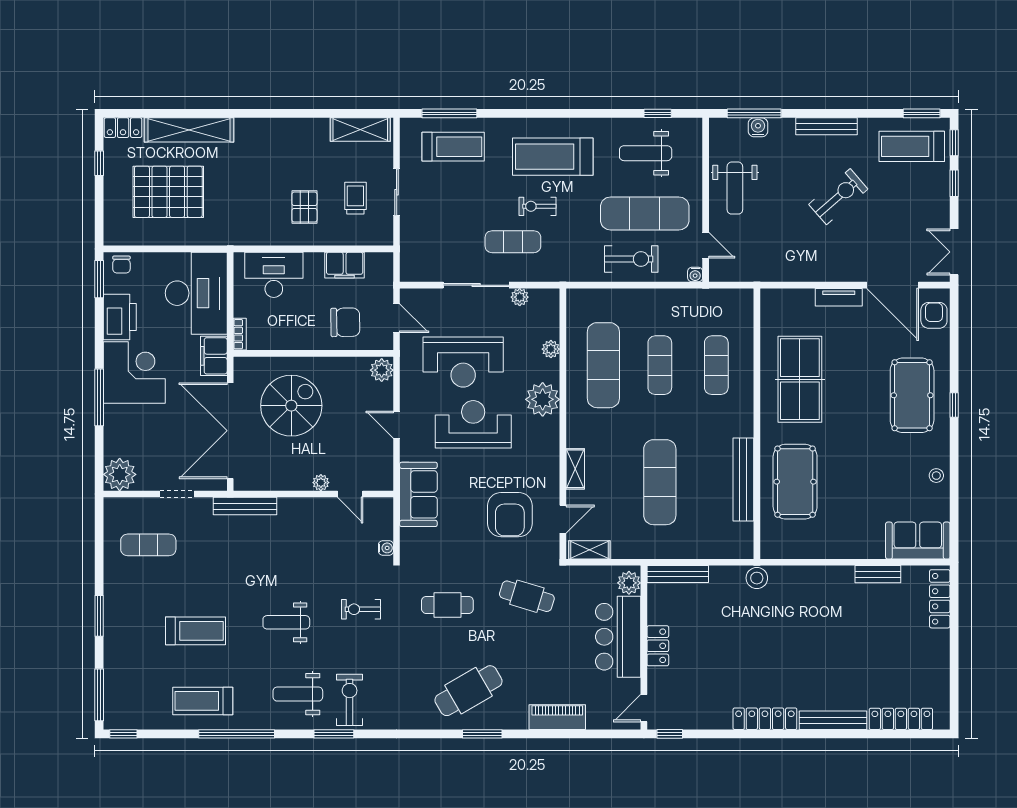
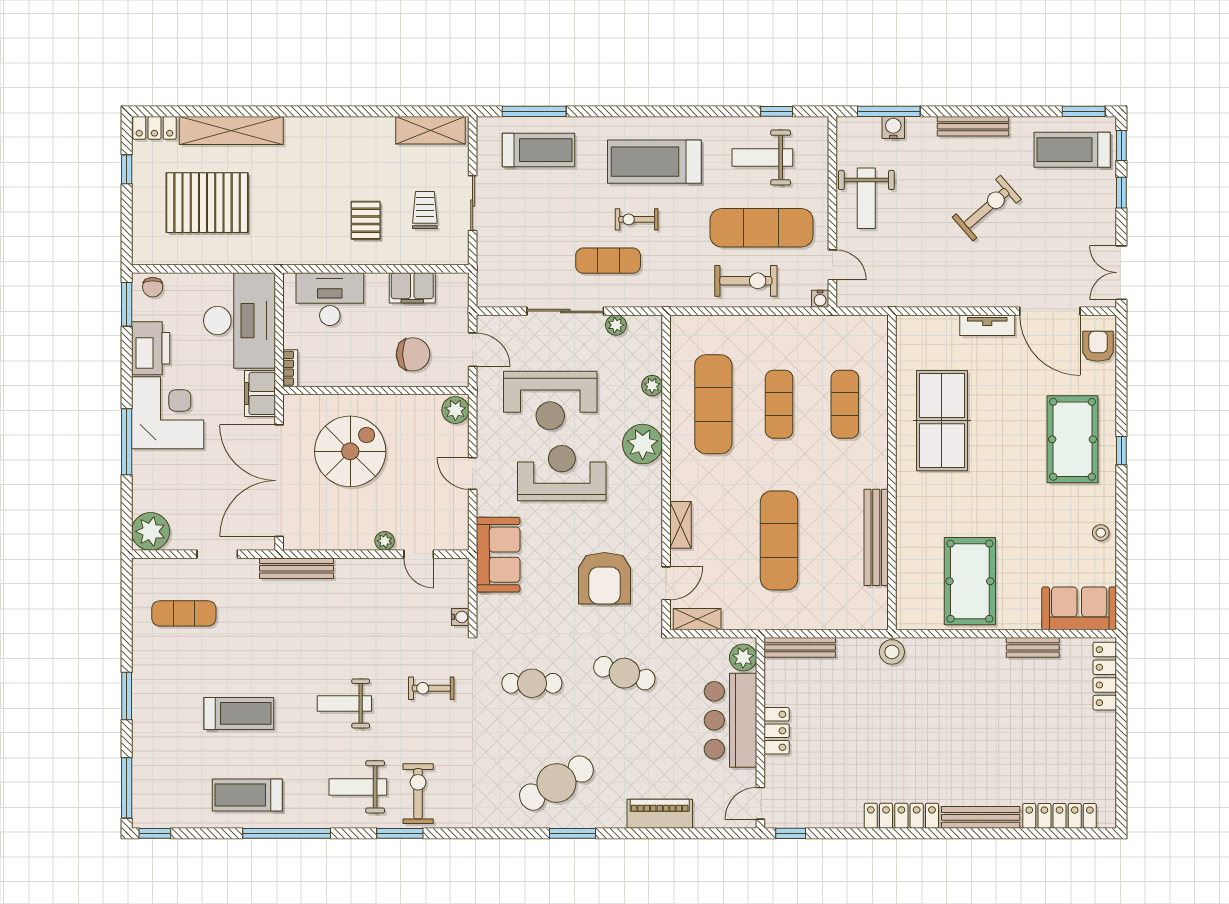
pool table: (795, 482) -> (970, 581), moved

